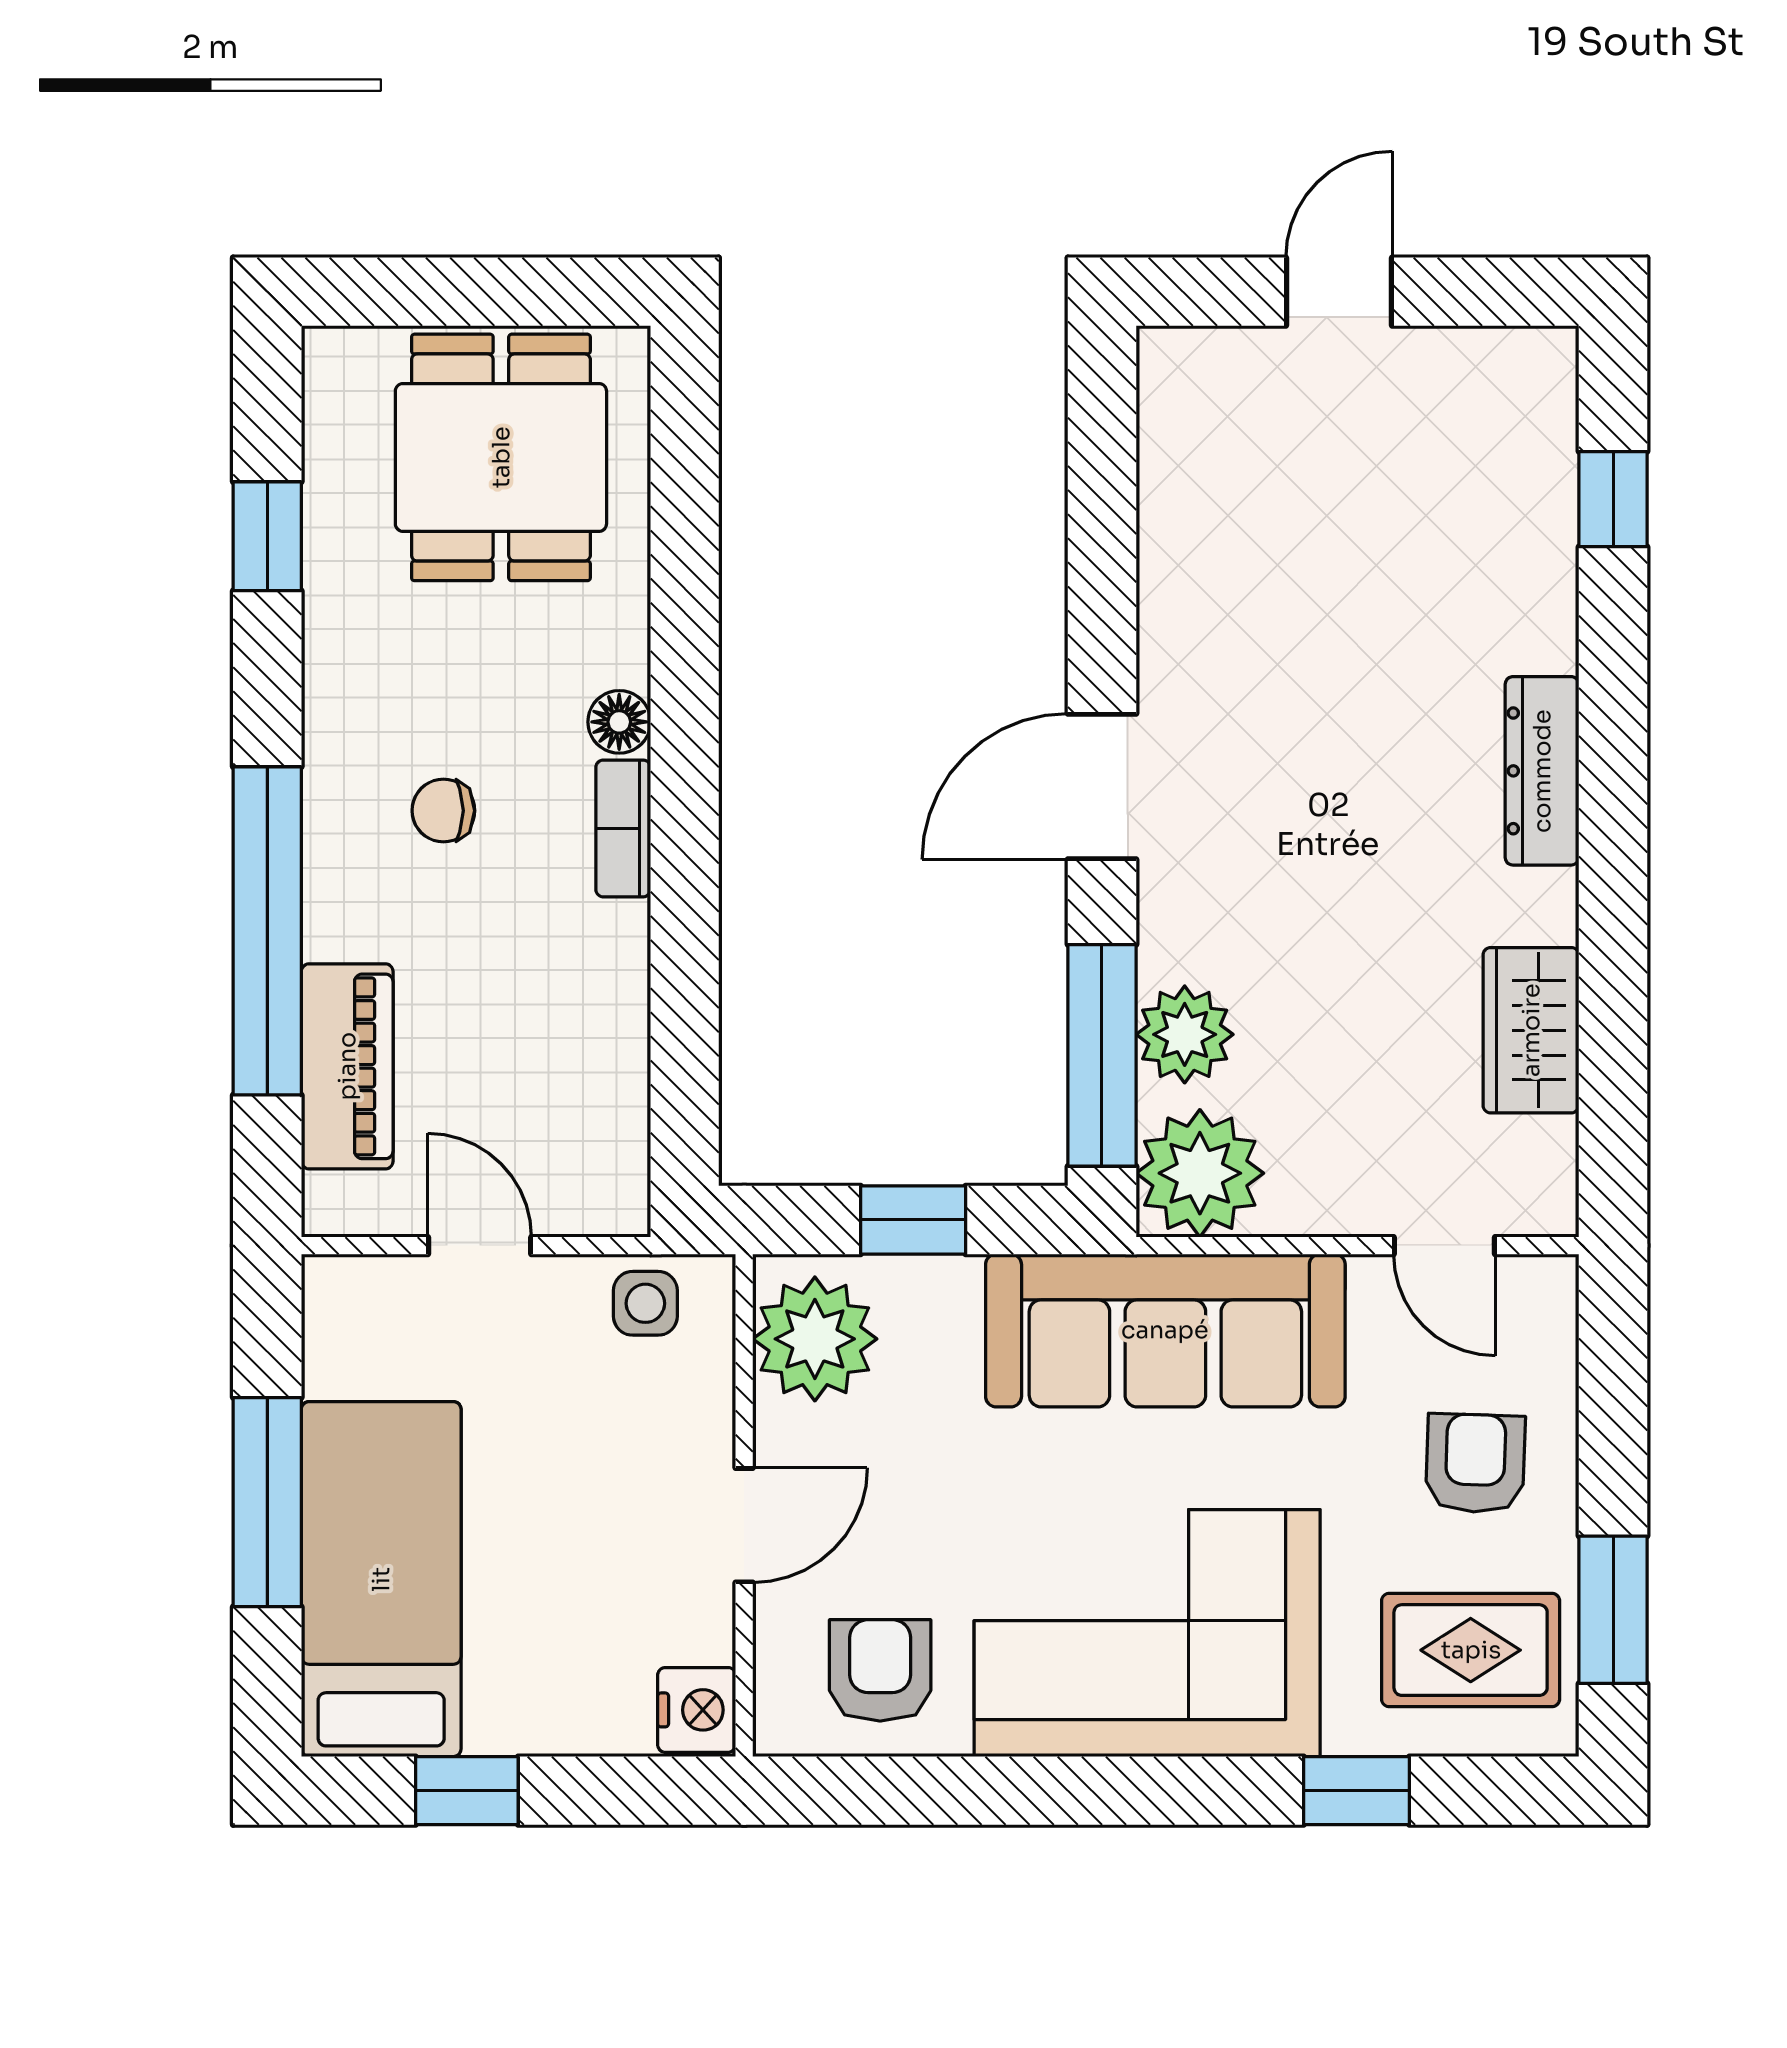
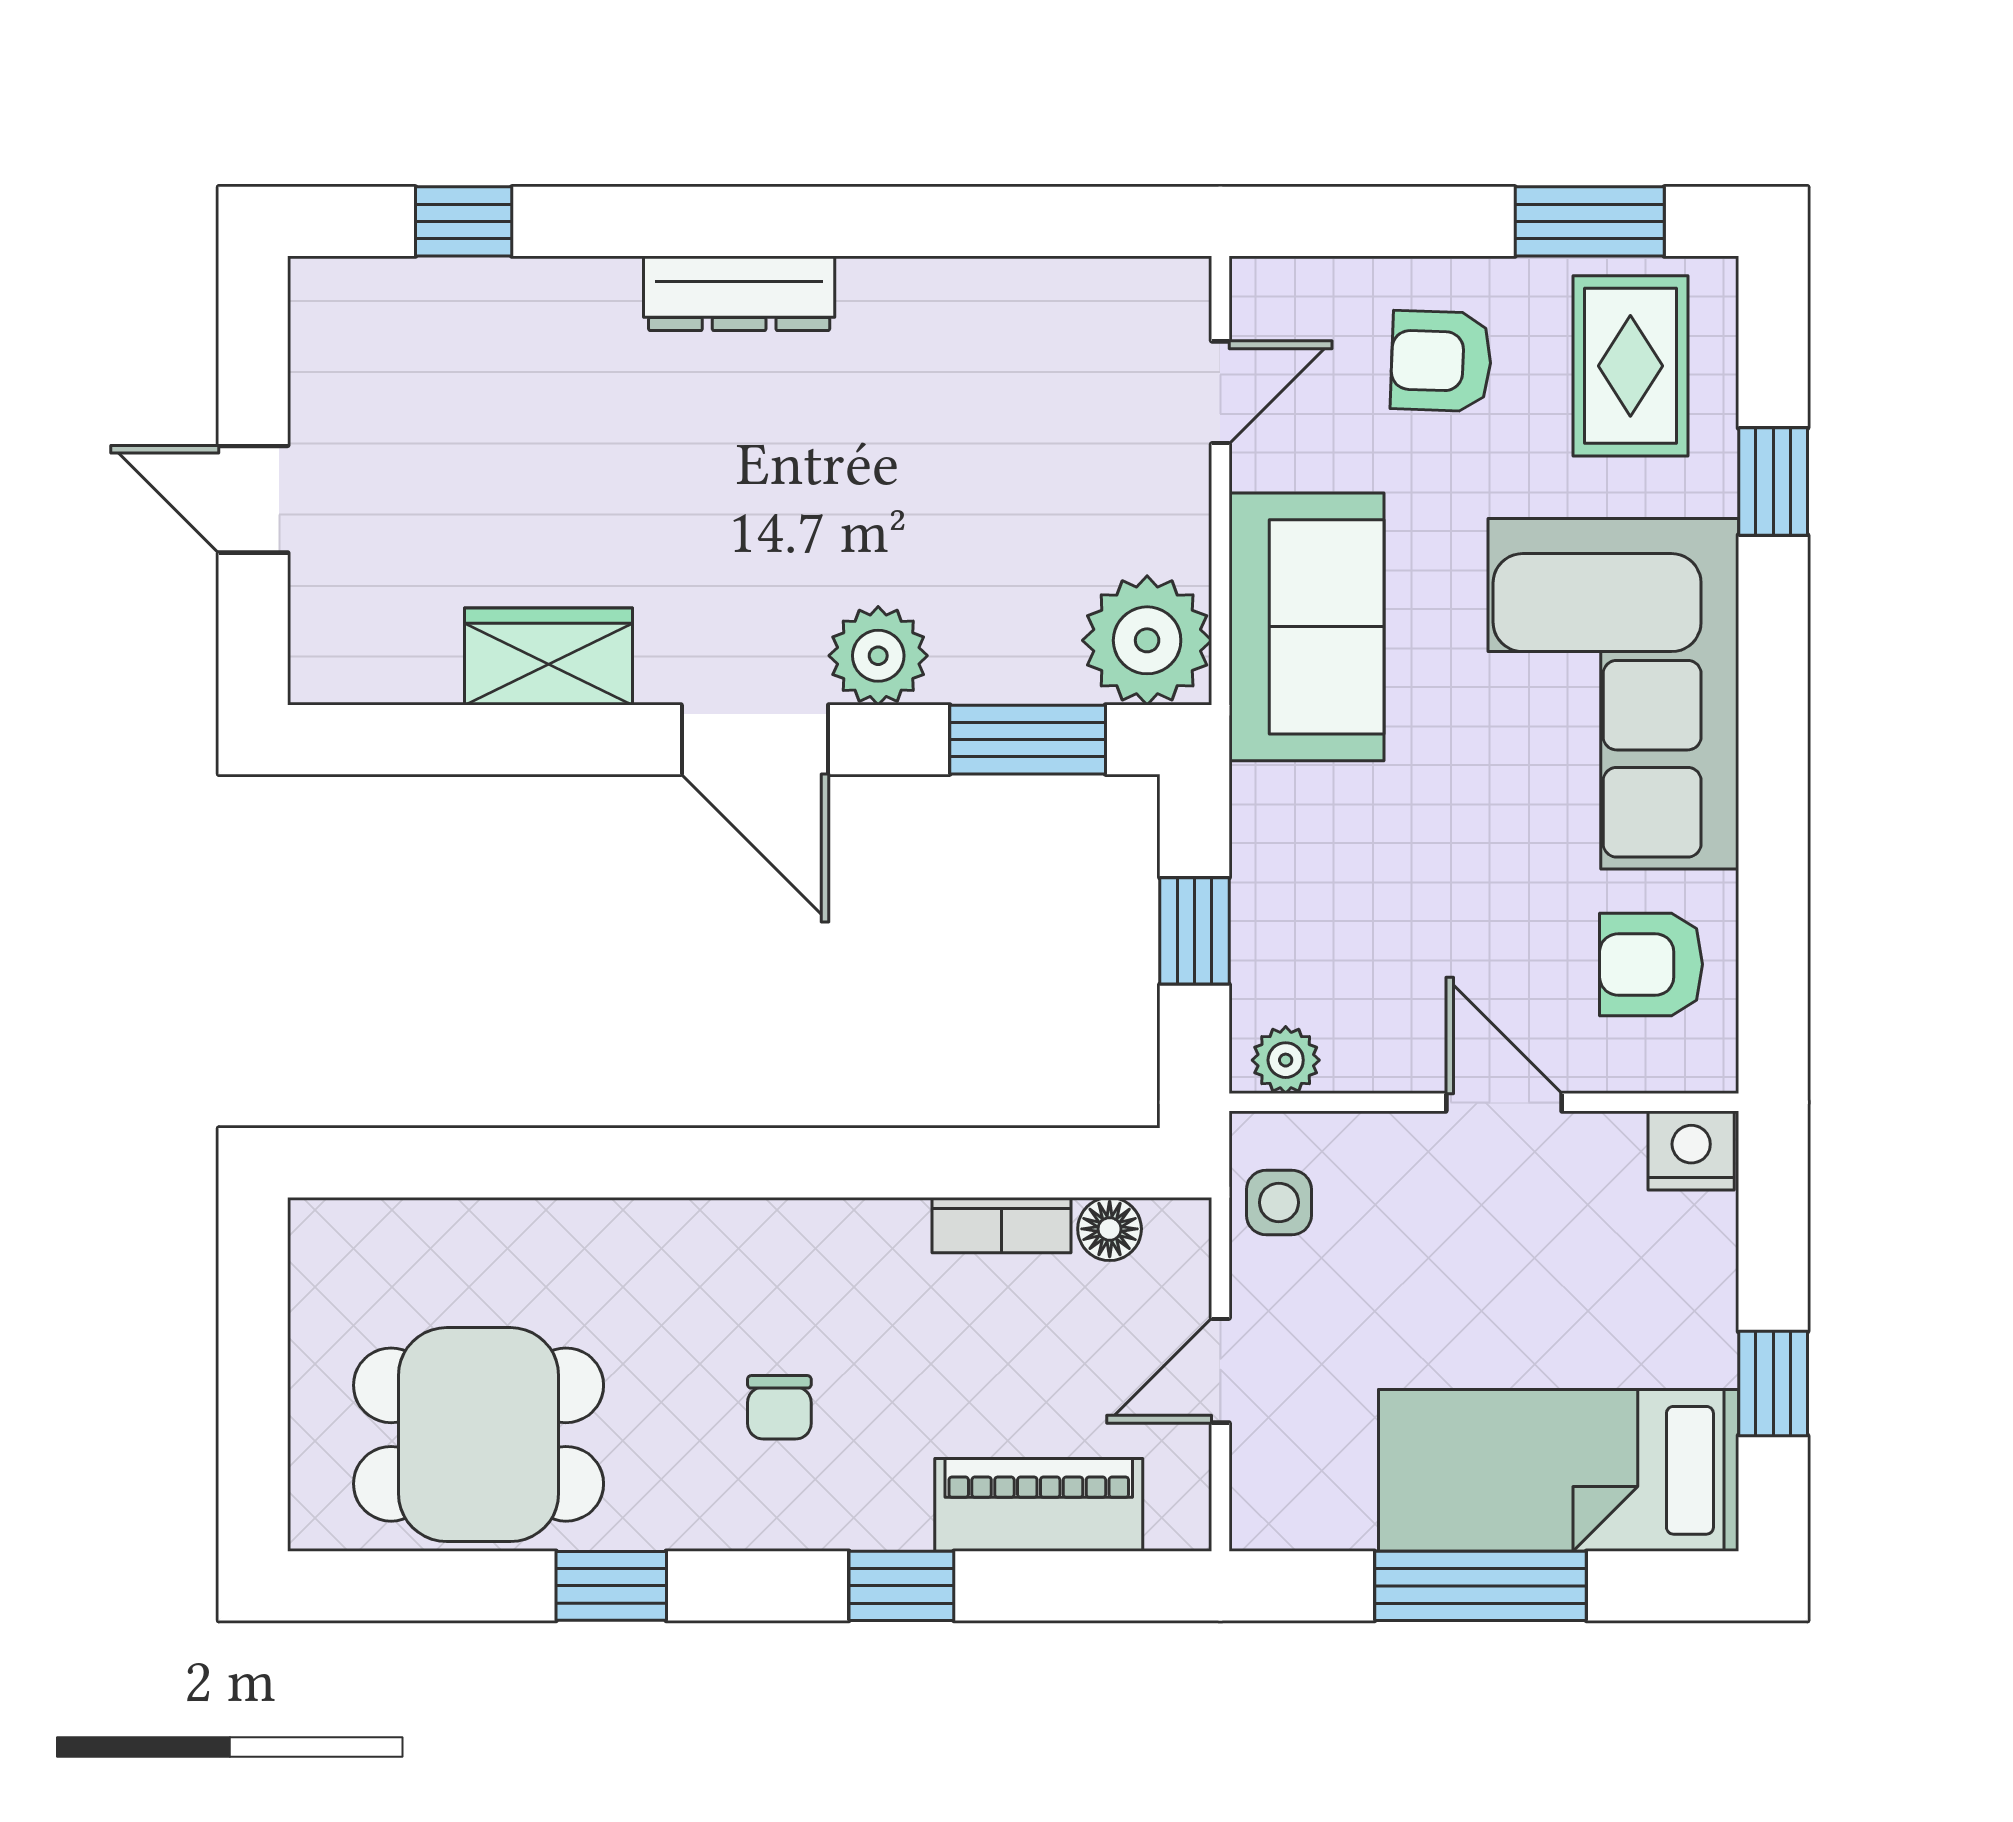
dining table: (501, 457) -> (479, 1435), moved
window: (267, 536) -> (611, 1586), moved
floor lamp: (619, 722) -> (1110, 1229), moved
bookcase: (623, 828) -> (1001, 1225), moved
window: (267, 931) -> (901, 1586), width x0.32
wardrobe: (1531, 1030) -> (549, 656), moved, turned 180
plant: (1185, 1034) -> (878, 656), moved
window: (1102, 1055) -> (1028, 740), width x0.69
sofa: (1165, 1330) -> (1307, 627), width x0.73
plant: (815, 1339) -> (1286, 1060), width x0.53, depth x0.53

